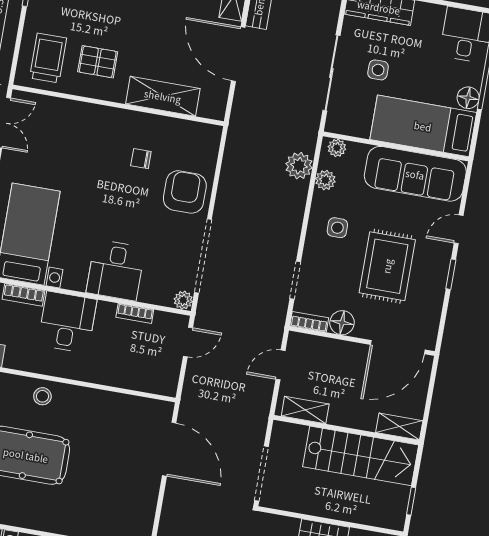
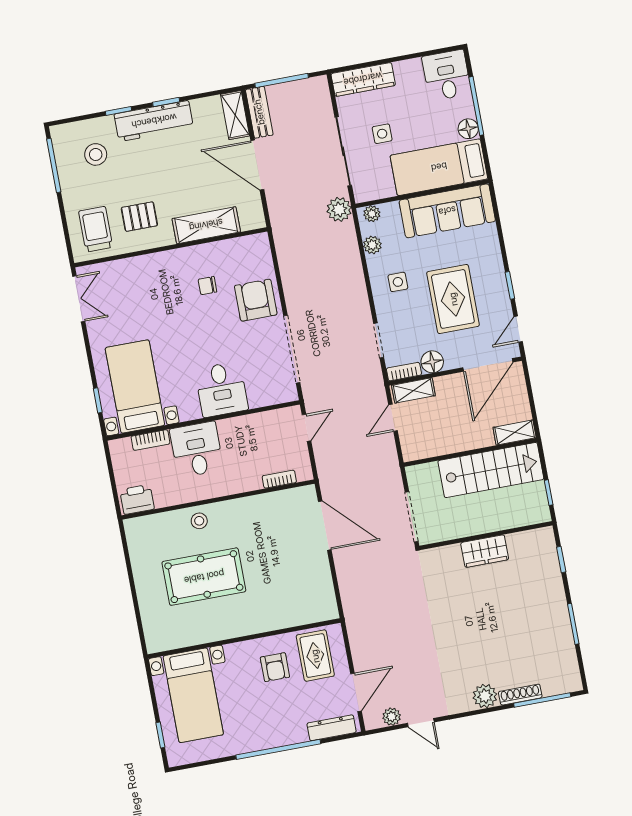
plant: (299, 166) -> (339, 209), moved
door: (459, 229) -> (518, 329), moved
plant: (183, 300) -> (289, 393), removed
bookcase: (135, 313) -> (279, 479), moved, turned 180
shelving: (305, 410) -> (413, 390), moved

